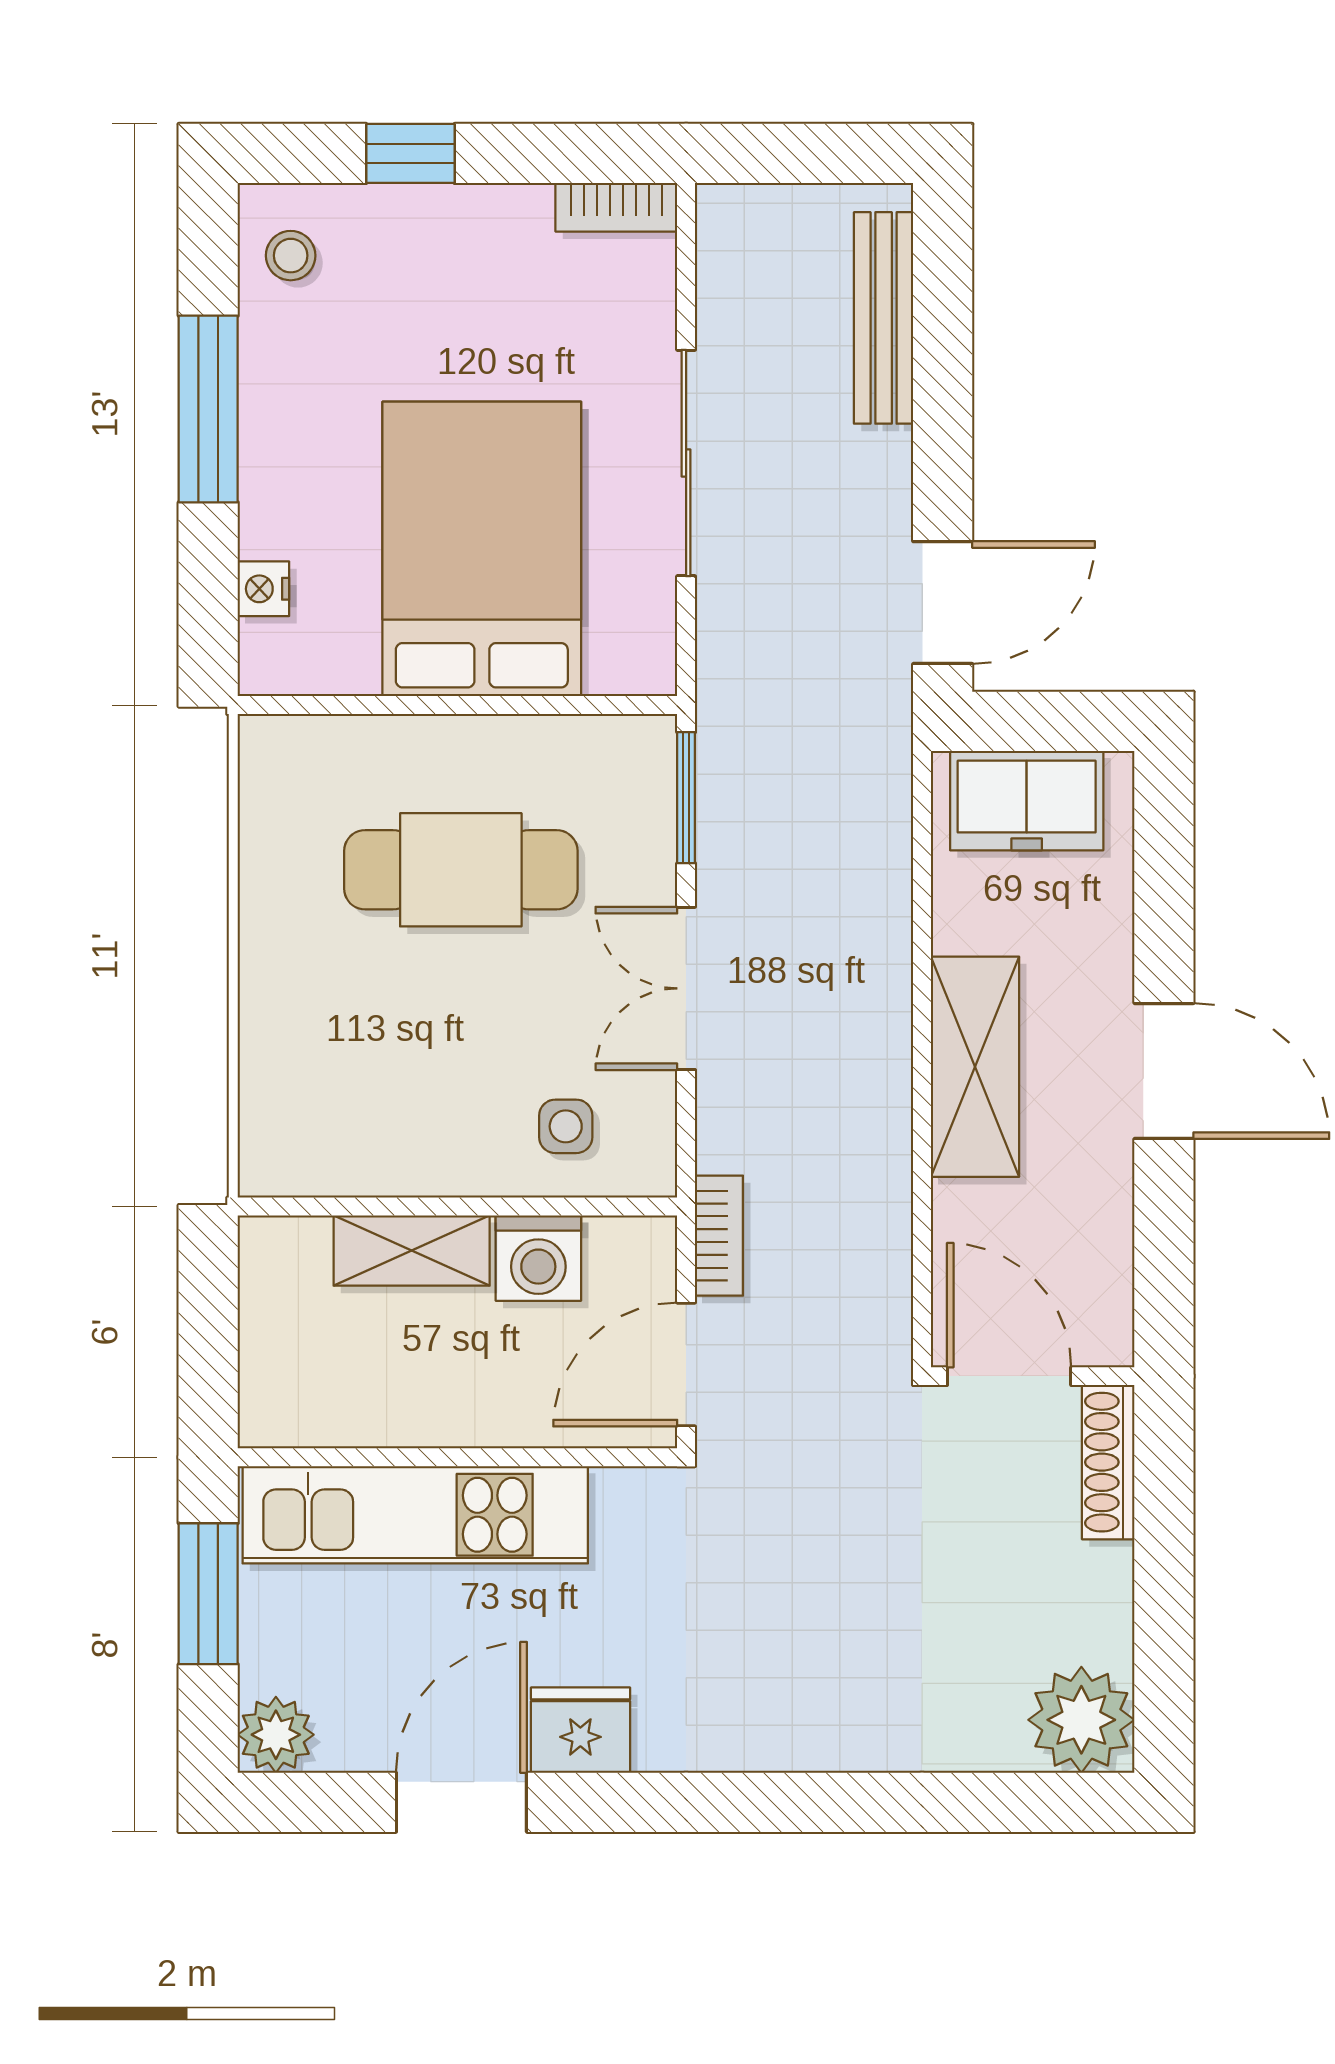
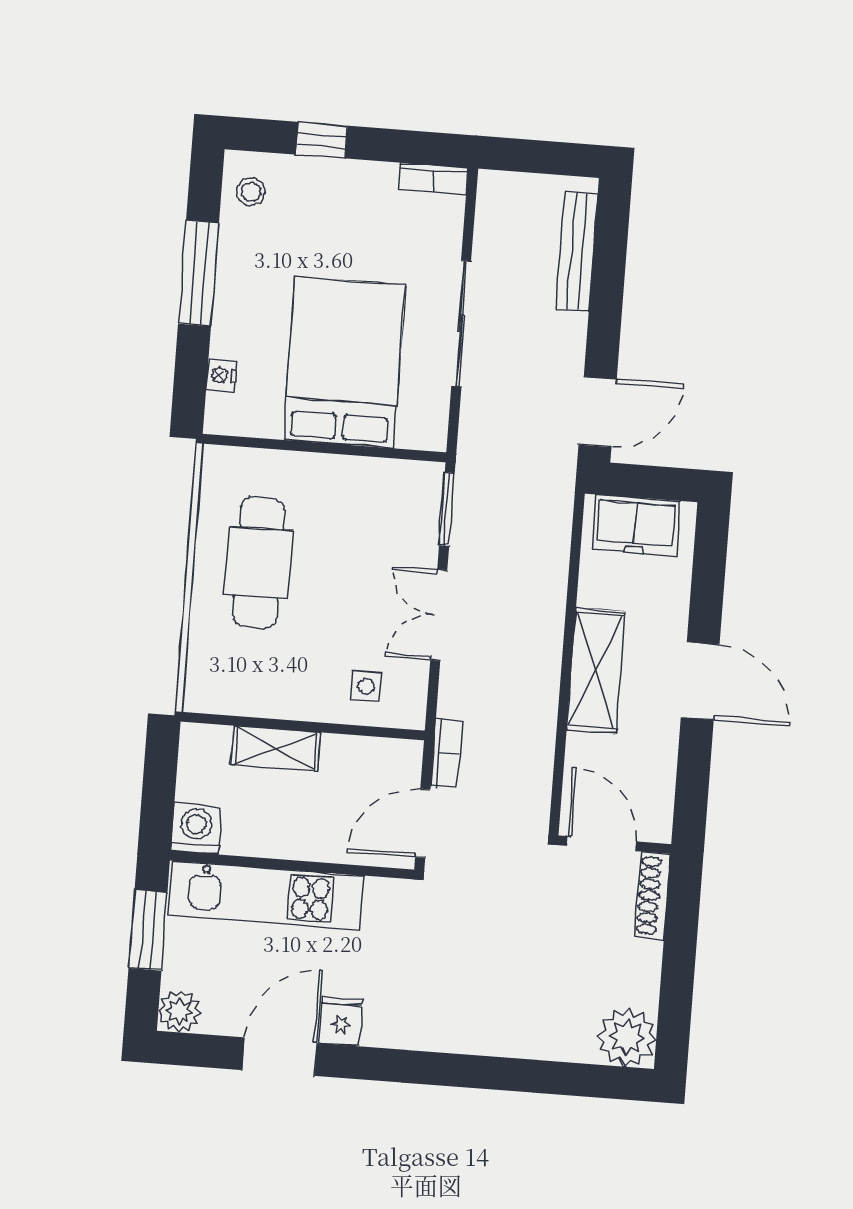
cafe table: (461, 870) -> (259, 562), moved, turned 90
washing machine: (538, 1258) -> (196, 829), moved, turned 180
fridge: (580, 1730) -> (341, 1021), width x0.72

